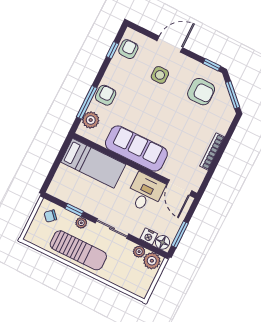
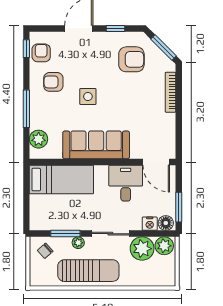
window: (113, 50) -> (26, 49), moved
window: (212, 65) -> (115, 28), moved
side table: (160, 75) -> (88, 96), moved
armchair: (106, 95) -> (53, 82), moved, turned -90
window: (87, 102) -> (26, 109), moved
bookcase: (212, 151) -> (170, 92), moved
window: (74, 210) -> (65, 234), width x1.50
plant: (139, 252) -> (142, 249), width x1.87, depth x1.87

